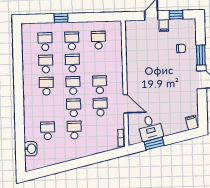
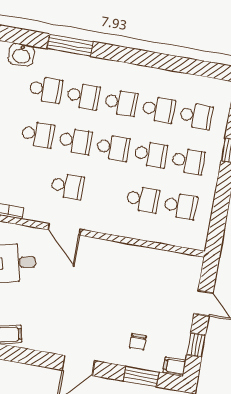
filing cabinet: (164, 25) -> (174, 366), moved
window: (201, 55) -> (141, 377), moved
school desk: (100, 85) -> (143, 199), moved
door: (125, 104) -> (64, 229), hinge flipped
school desk: (47, 108) -> (83, 96), added
window: (19, 122) -> (70, 45), added

